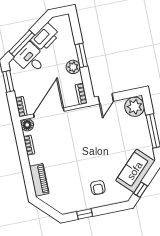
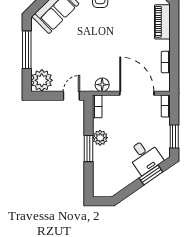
printer: (45, 37) -> (124, 177), removed
window: (22, 43) -> (151, 175), width x0.69
door: (49, 113) -> (137, 93), swing flipped
floor lamp: (27, 125) -> (102, 85), moved

